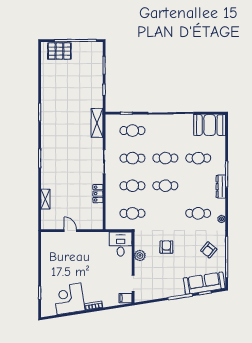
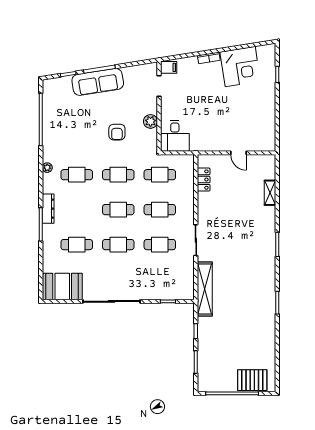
shelving: (97, 123) -> (205, 289), width x1.47
cafe table: (132, 131) -> (118, 175), moved
locker: (98, 194) -> (204, 180), moved
armchair: (209, 250) -> (63, 128), removed
sofa: (204, 283) -> (98, 82), moved

